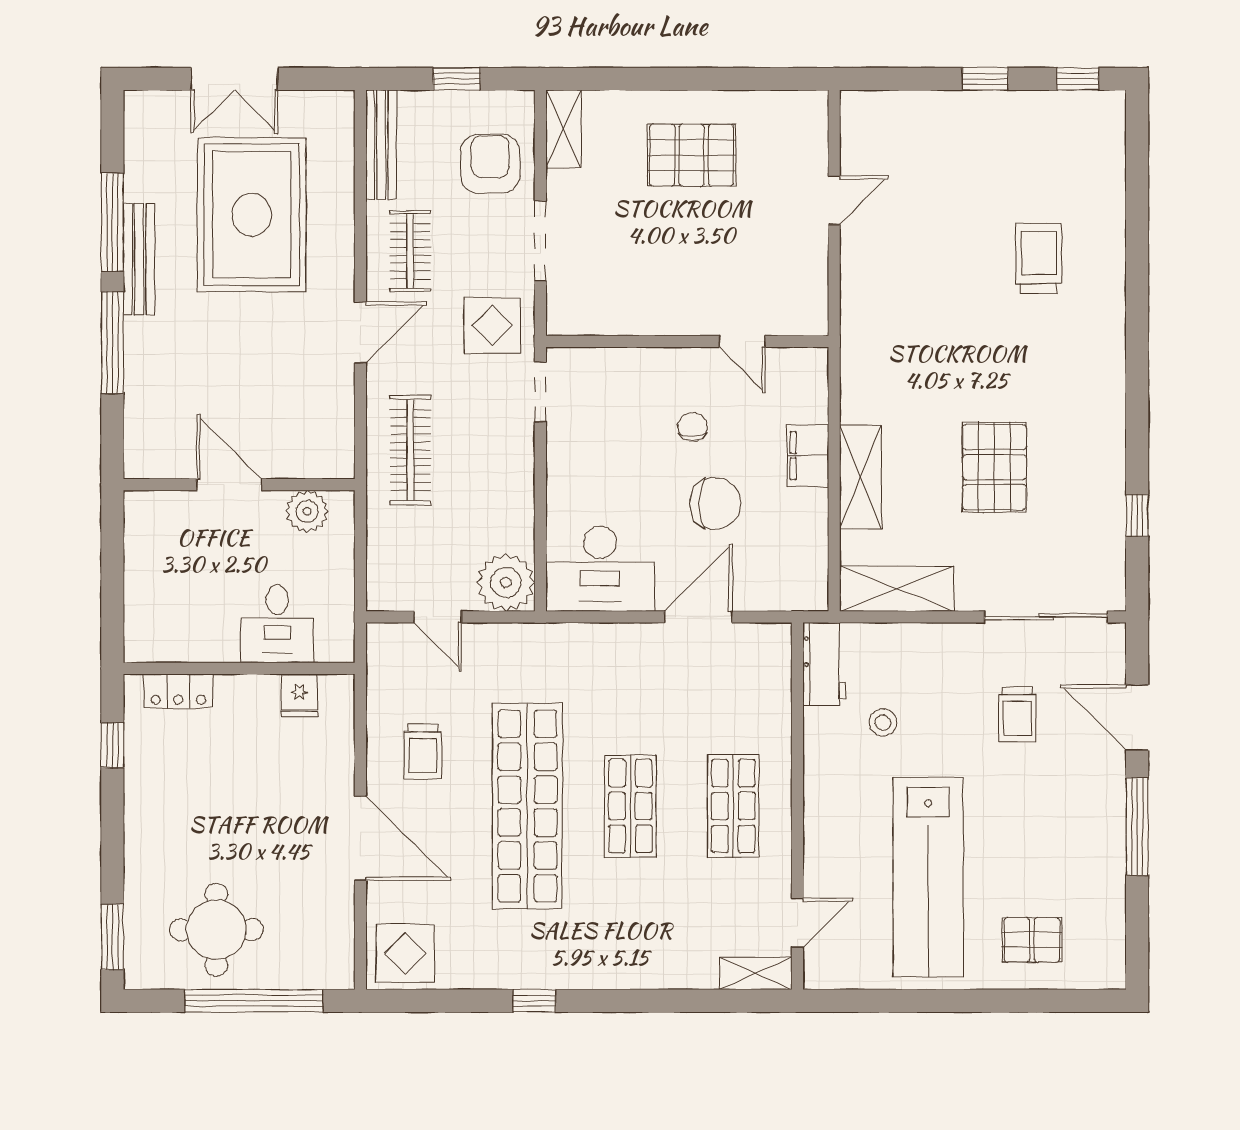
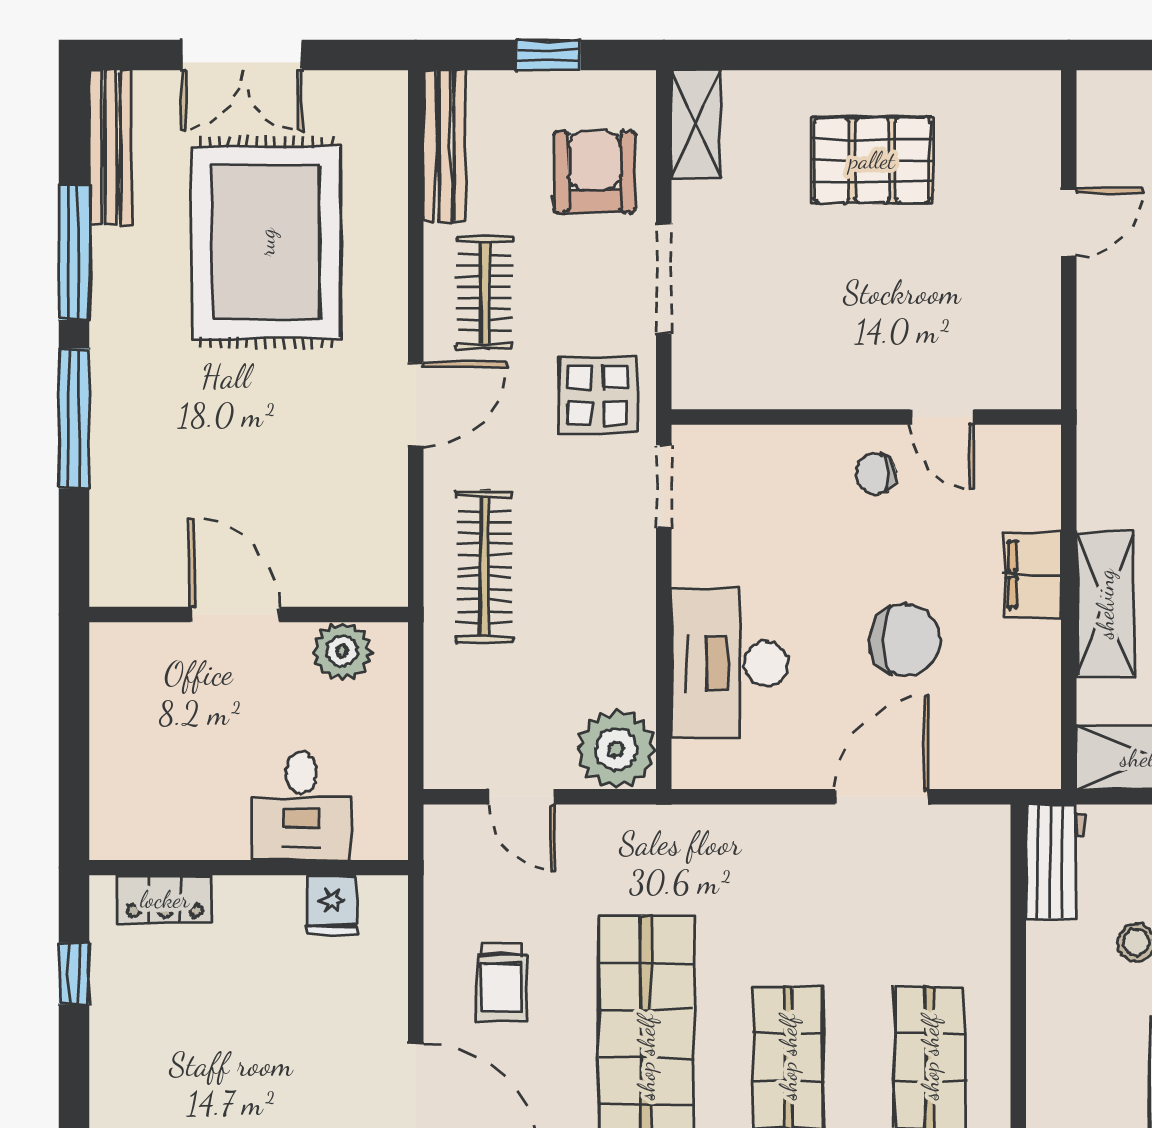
bench: (139, 259) -> (111, 147), moved
chair: (692, 427) -> (876, 474), moved, turned -100
desk: (600, 569) -> (730, 664), moved, turned 90

